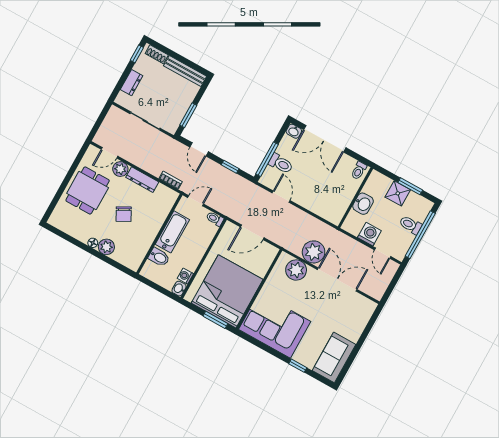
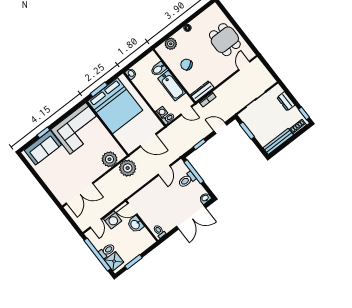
double door: (325, 139) -> (191, 217), swing flipped
plant: (120, 169) -> (230, 68), removed
dresser: (142, 180) -> (202, 91), moved
shower: (398, 193) -> (114, 261), moved
door: (281, 197) -> (164, 170), hinge flipped
door: (196, 201) -> (186, 111), hinge flipped
chair: (124, 214) -> (186, 65), moved
door: (345, 216) -> (132, 209), added
door: (252, 232) -> (148, 140), swing flipped
plant: (106, 247) -> (171, 44), moved
plant: (314, 252) -> (128, 168), moved
door: (383, 253) -> (96, 223), swing flipped
washing machine: (185, 276) -> (162, 112), moved
double door: (337, 280) -> (80, 193), moved
sofa: (334, 357) -> (43, 148), moved, turned 90

